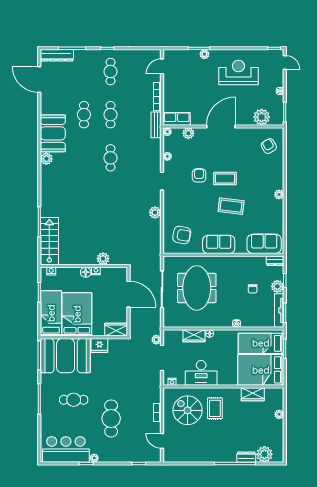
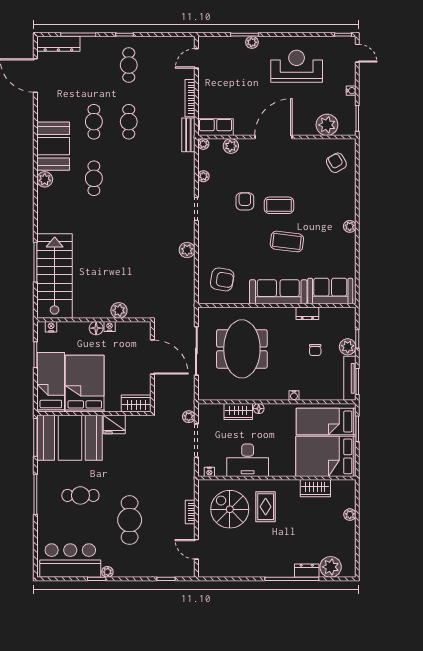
cafe table: (110, 158) -> (94, 178), moved
stairs: (49, 241) -> (55, 276), width x1.36, depth x1.51
sofa: (219, 244) -> (278, 292), width x1.36
dresser: (275, 261) -> (307, 313), moved

